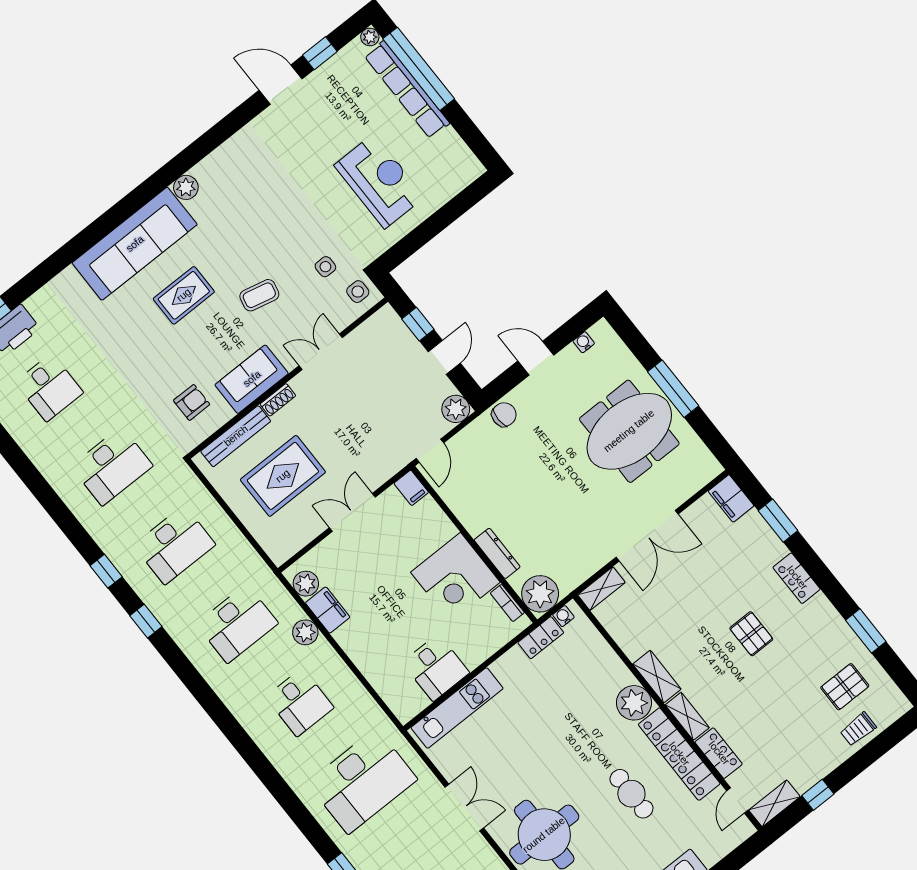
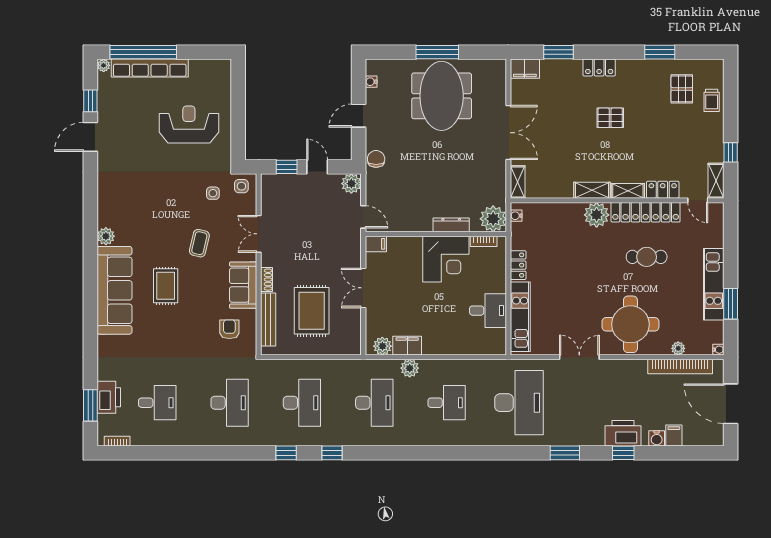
locker: (541, 638) -> (518, 265), moved

